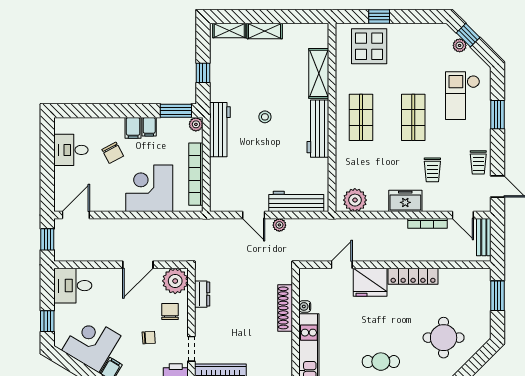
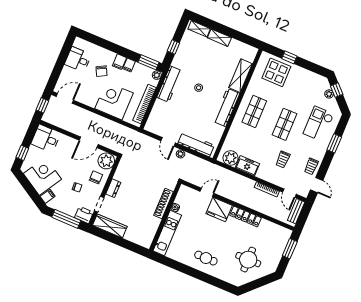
freezer: (405, 201) -> (247, 166), moved
dresser: (202, 294) -> (113, 188), moved

